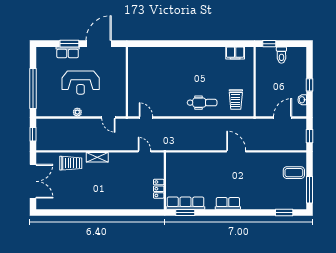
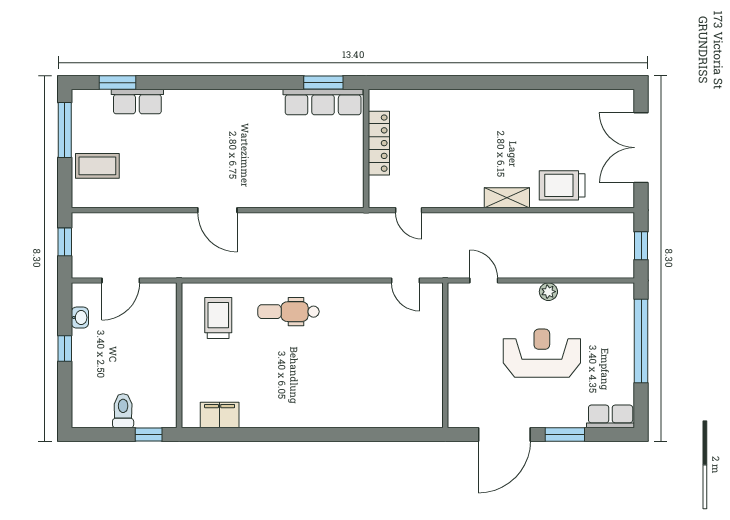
row of seats: (68, 52) -> (611, 416), moved
locker: (159, 189) -> (379, 143), width x1.53
row of seats: (228, 203) -> (137, 102), moved

